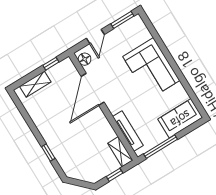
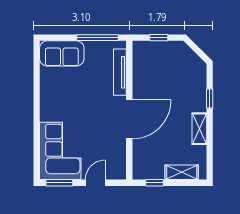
floor lamp: (85, 59) -> (119, 167), removed
corner sofa: (151, 68) -> (60, 151), moved
door: (93, 89) -> (129, 119), moved
shelving: (120, 152) -> (199, 129), moved

